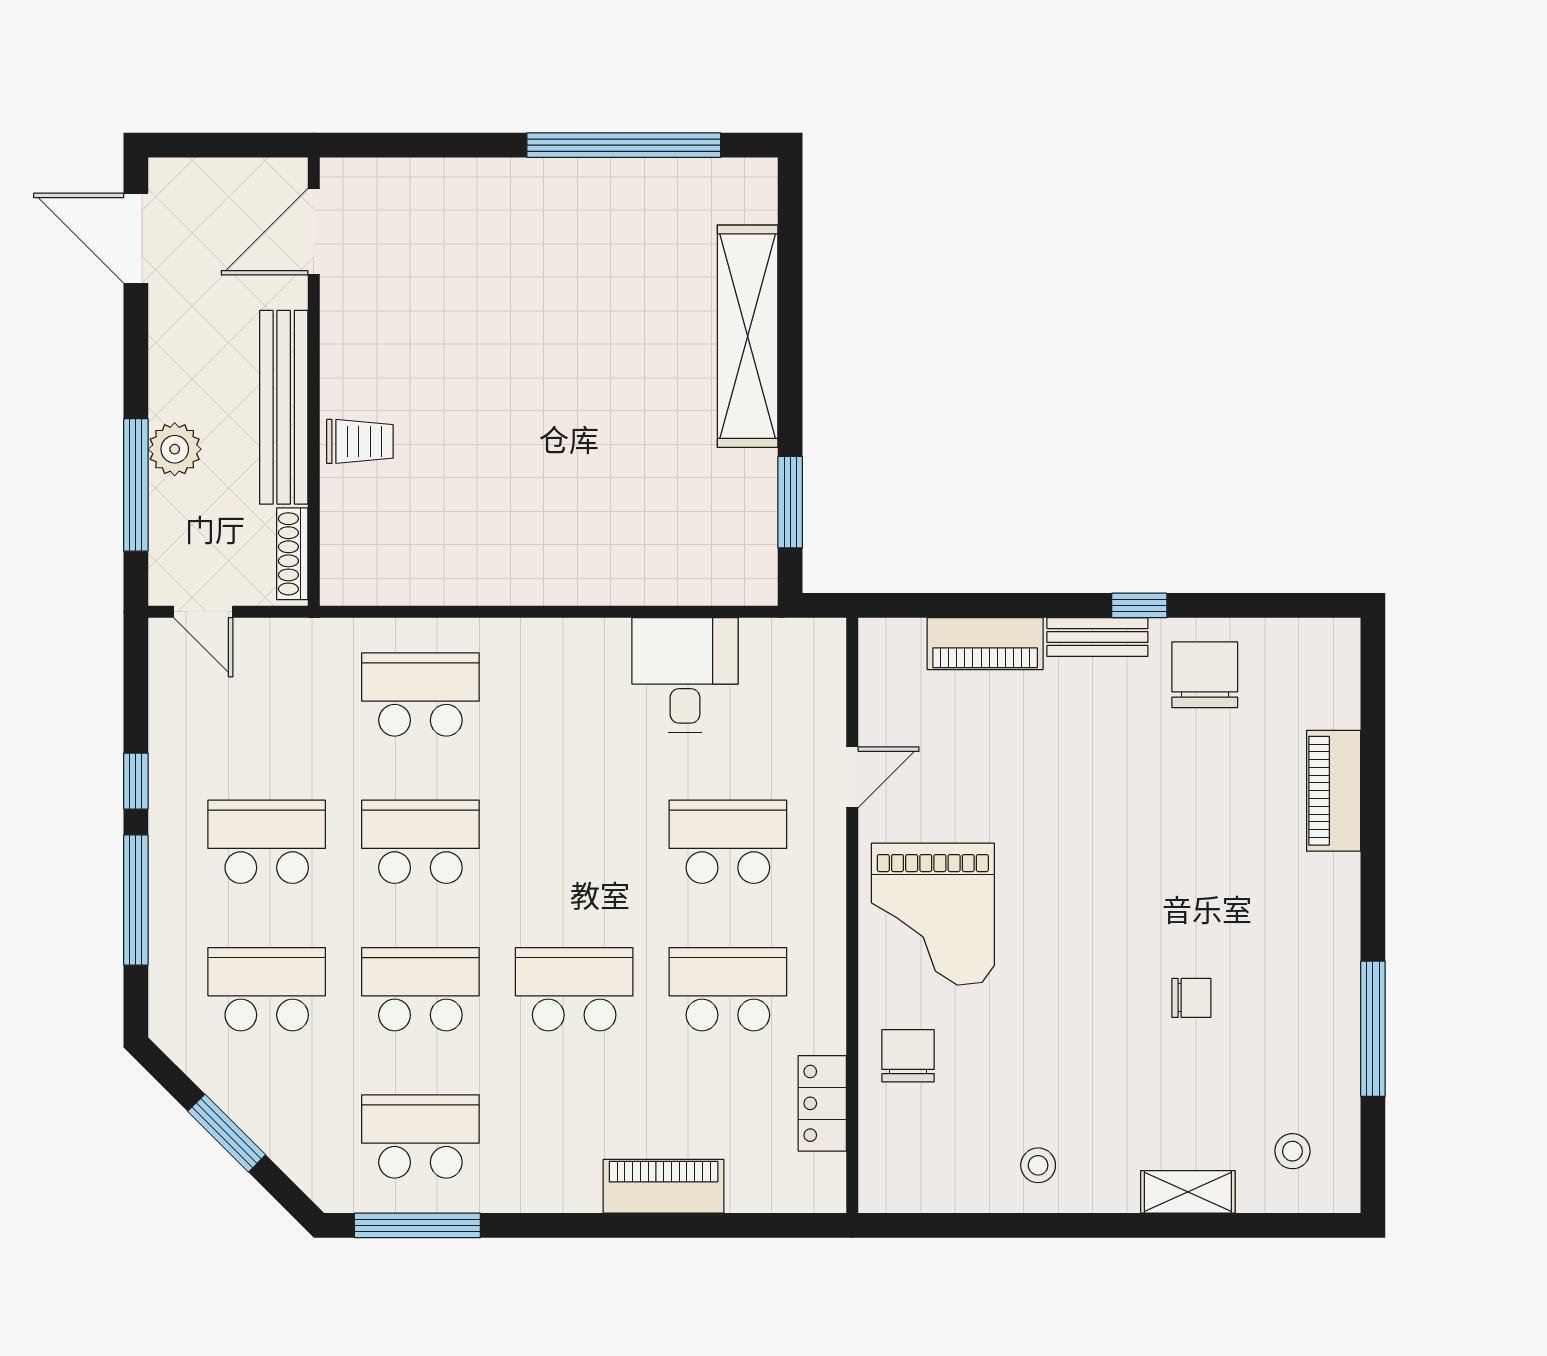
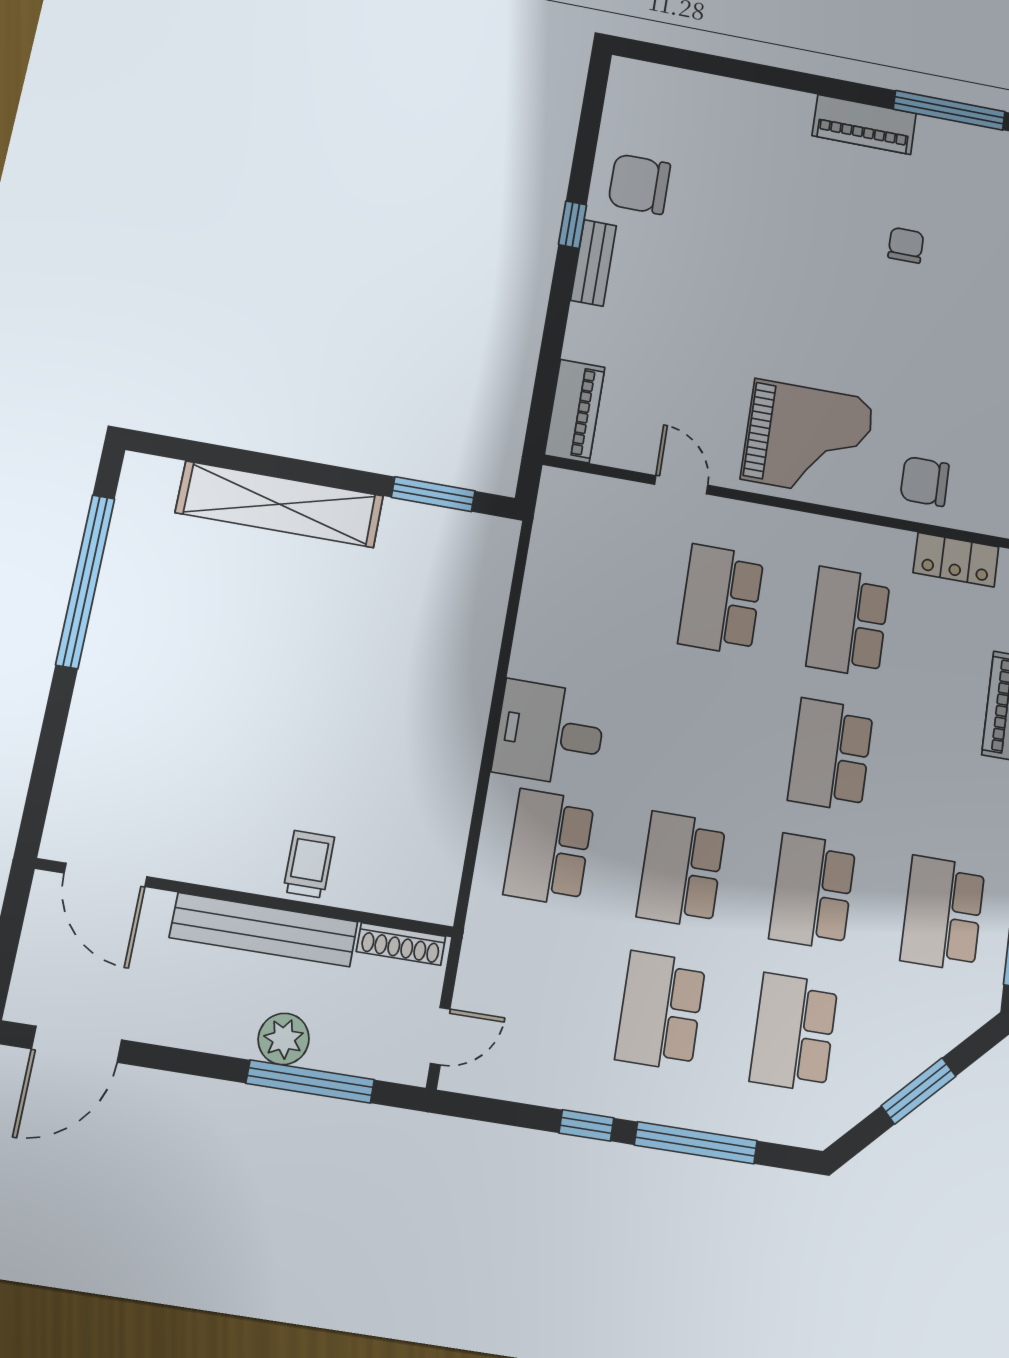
piano: (985, 644) -> (575, 411), moved
desk: (685, 675) -> (550, 733), moved
piano: (1334, 791) -> (864, 125), moved

